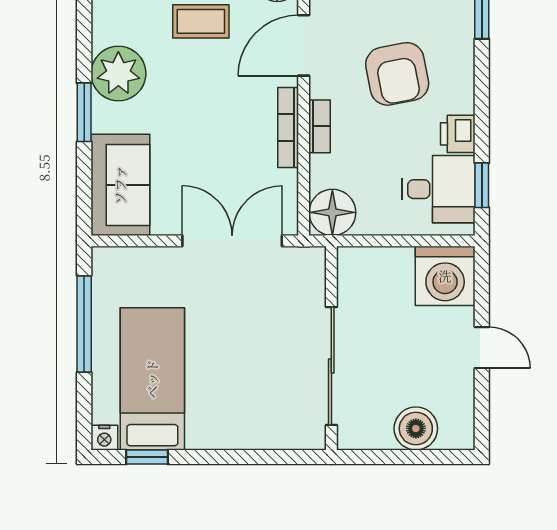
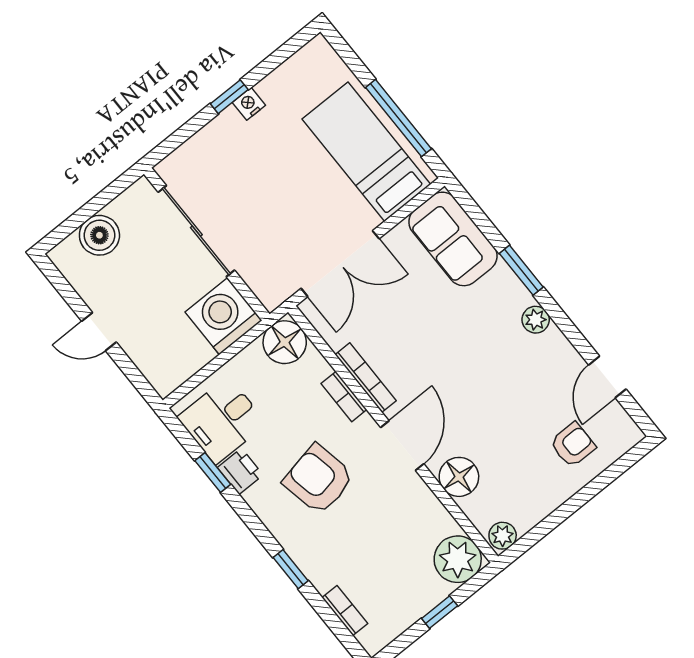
coffee table: (201, 21) -> (490, 403), removed
plant: (118, 74) -> (536, 320), width x0.53, depth x0.53
window: (482, 185) -> (213, 473), moved
washing machine: (445, 276) -> (224, 316), moved
bed: (152, 379) -> (366, 152), moved, turned 180
nightstand: (104, 438) -> (249, 104), moved
window: (147, 457) -> (229, 97), moved

